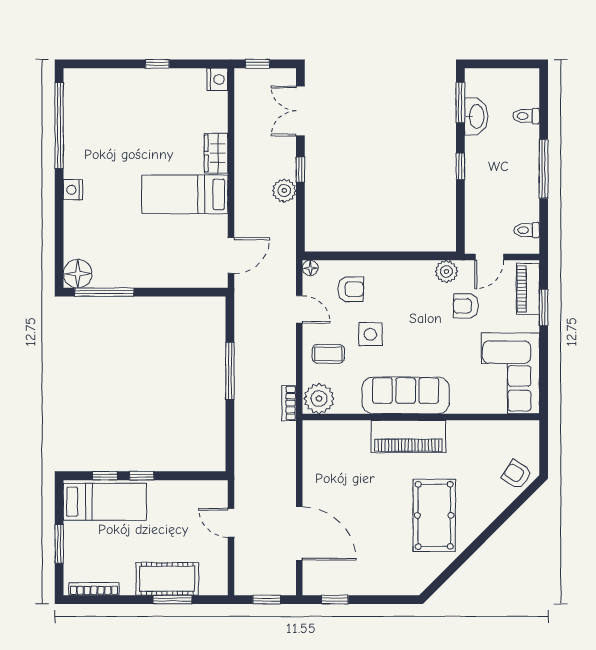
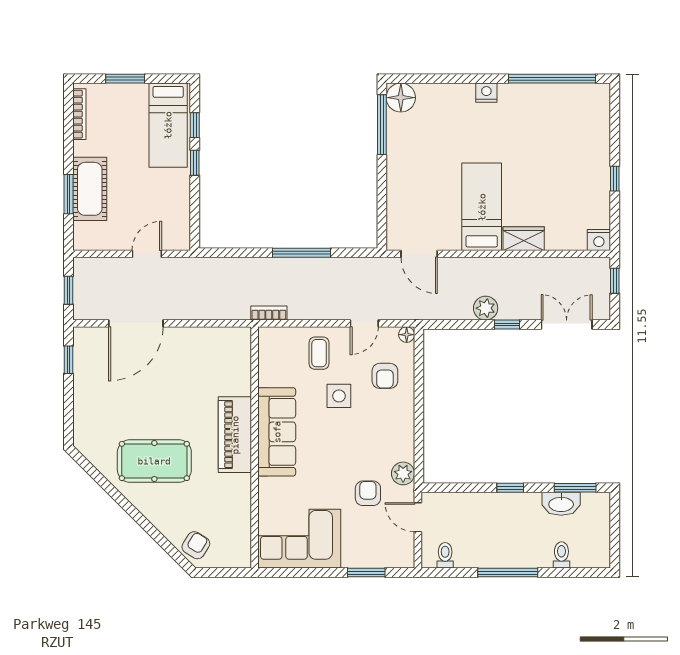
piano: (528, 289) -> (385, 557), removed
plant: (319, 399) -> (273, 344), removed

